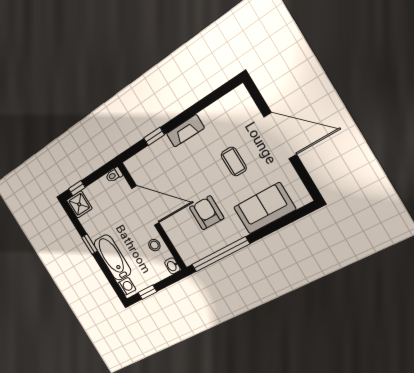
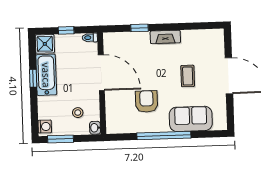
window: (77, 188) -> (66, 30), moved
stool: (154, 245) -> (78, 113), moved
window: (220, 254) -> (164, 136), moved
bathtub: (112, 258) -> (46, 75), moved
window: (147, 292) -> (60, 139), width x1.50

